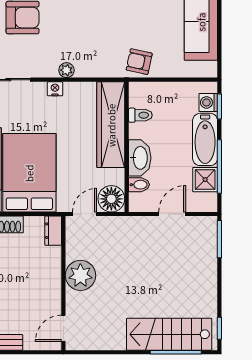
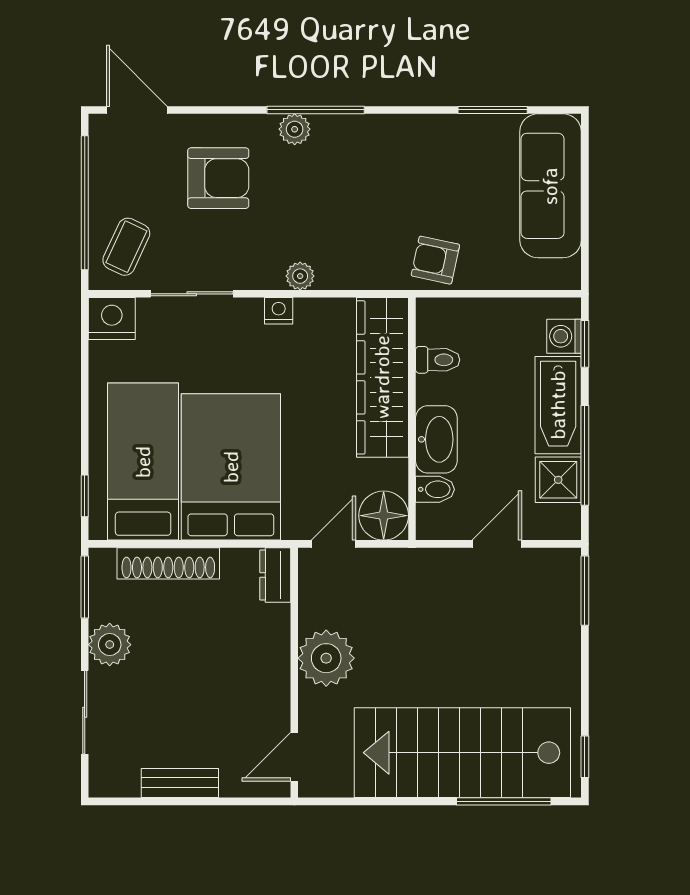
stairs: (169, 334) -> (462, 753), width x1.36, depth x1.51

